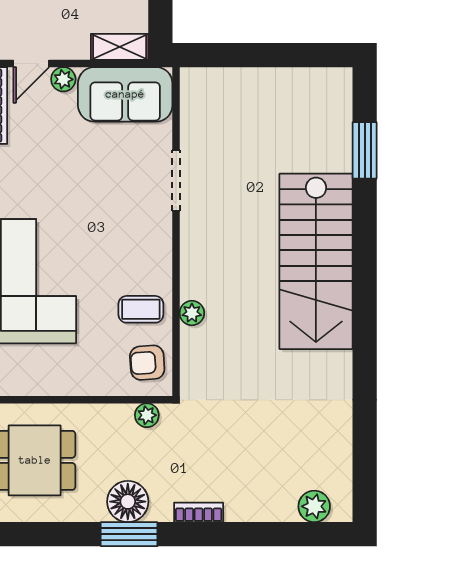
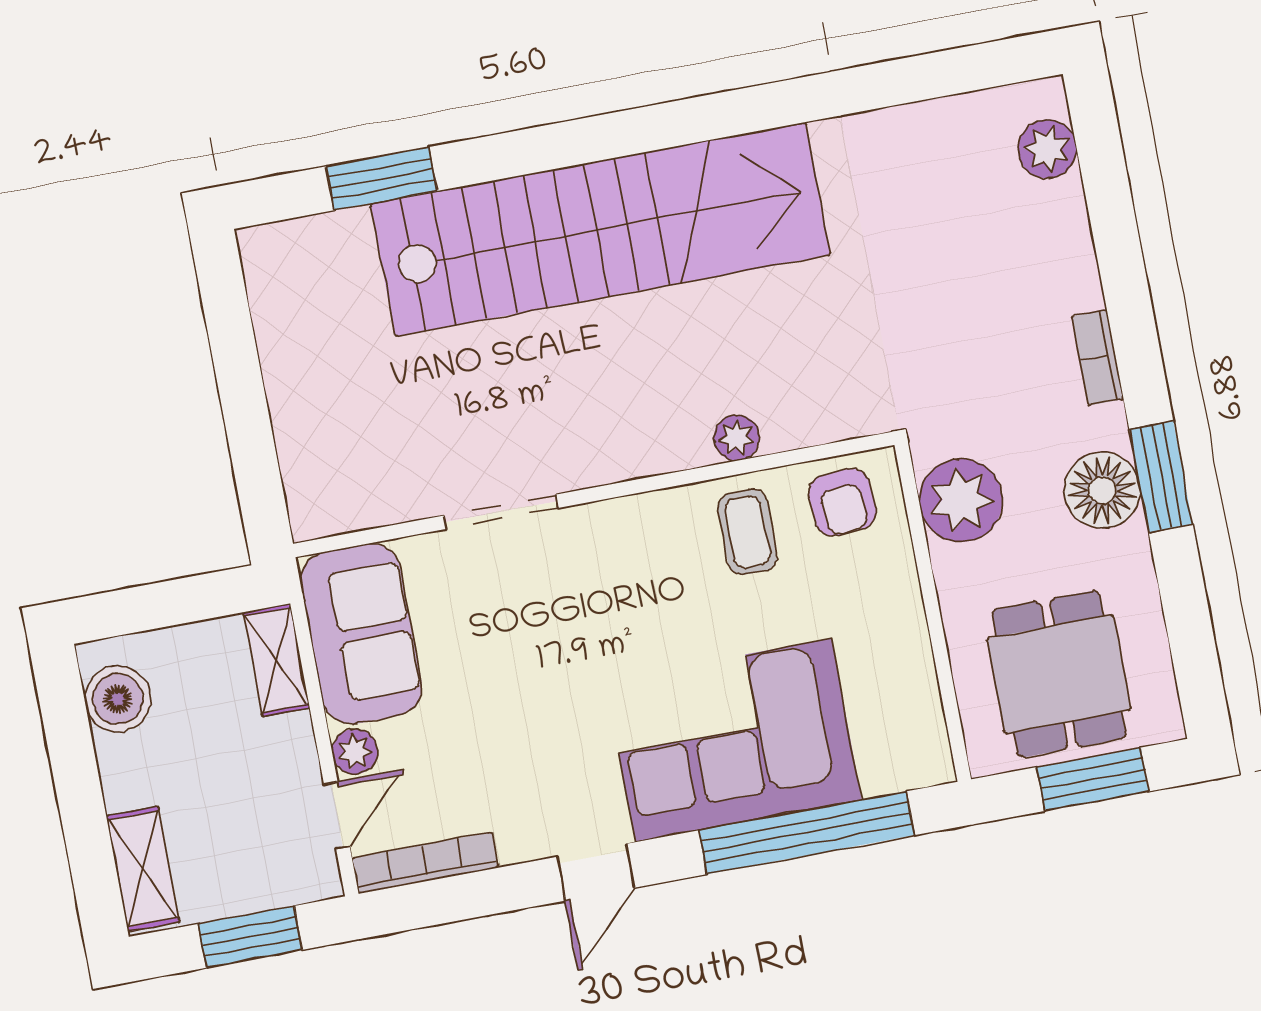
door: (31, 63) -> (337, 815), hinge flipped
stairs: (316, 261) -> (600, 229), width x1.36
plant: (147, 415) -> (961, 500), width x1.88, depth x1.88

